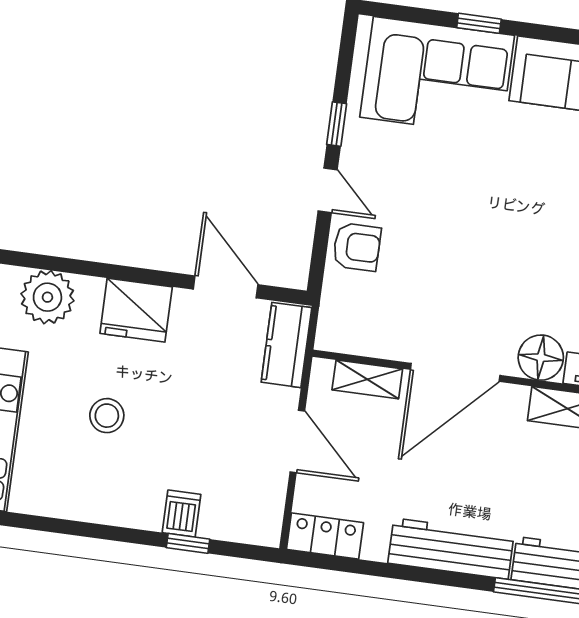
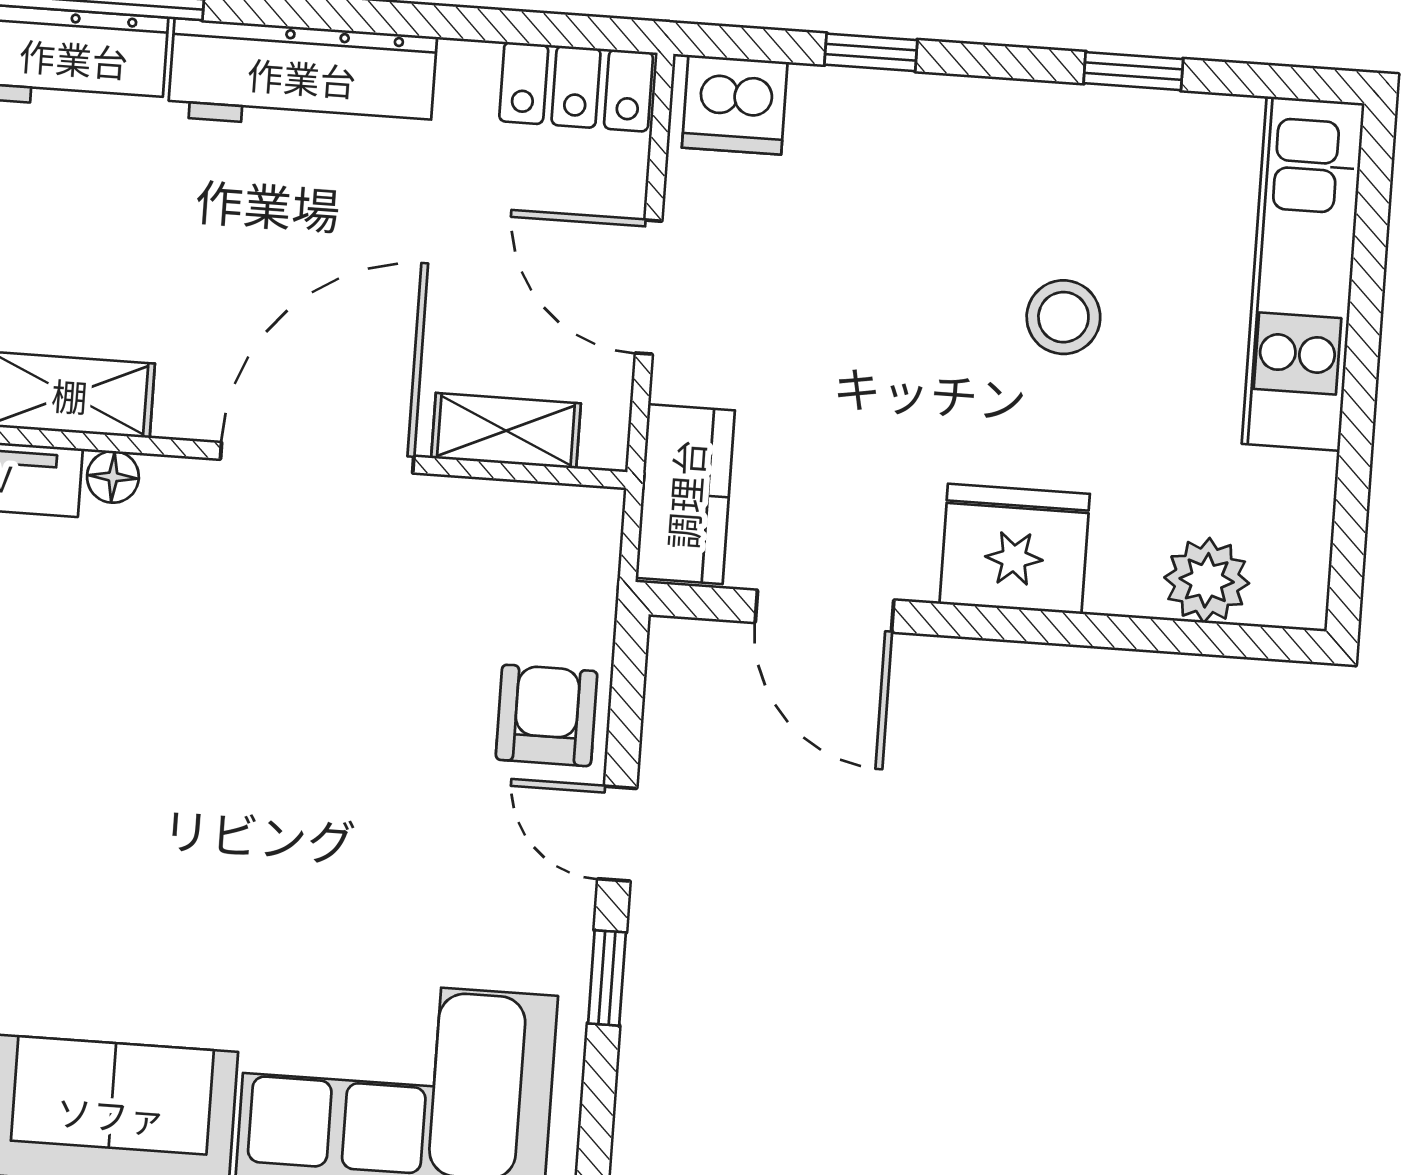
armchair: (357, 247) -> (547, 715), turned 90
plant: (47, 297) -> (1207, 580), width x0.73, depth x0.73
floor lamp: (541, 358) -> (113, 477), width x0.53, depth x0.53
dishwasher: (182, 514) -> (735, 105), moved, width x1.38
window: (67, 527) -> (1133, 71), added

